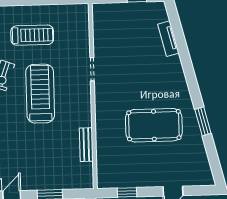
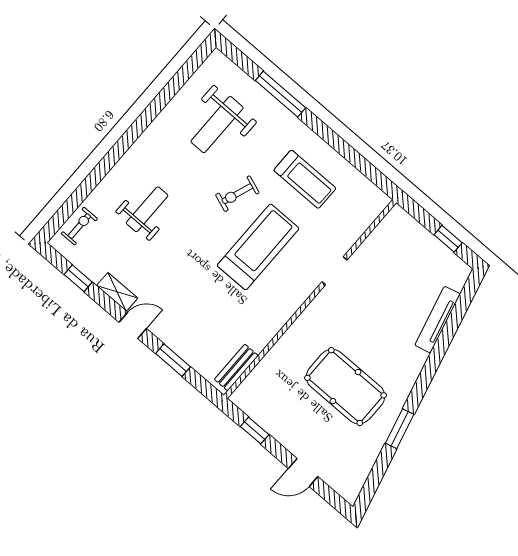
tv unit: (168, 39) -> (438, 320), width x1.41
bench: (86, 145) -> (236, 368), moved

